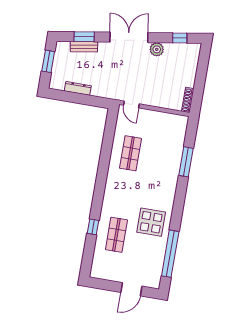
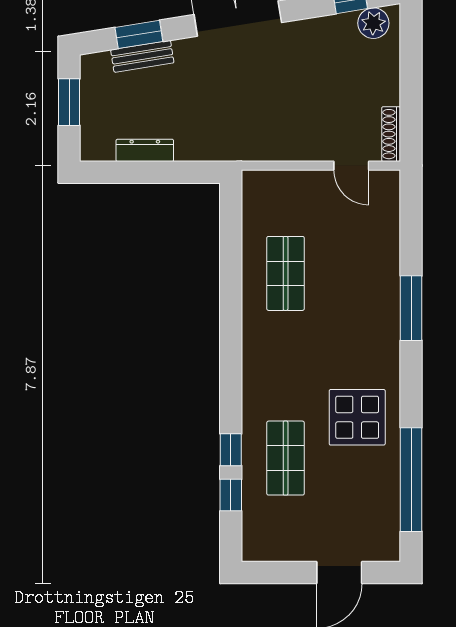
plant: (157, 49) -> (373, 23), moved
door: (131, 105) -> (351, 166), moved
window: (186, 162) -> (411, 308), moved
window: (90, 247) -> (231, 495), added

